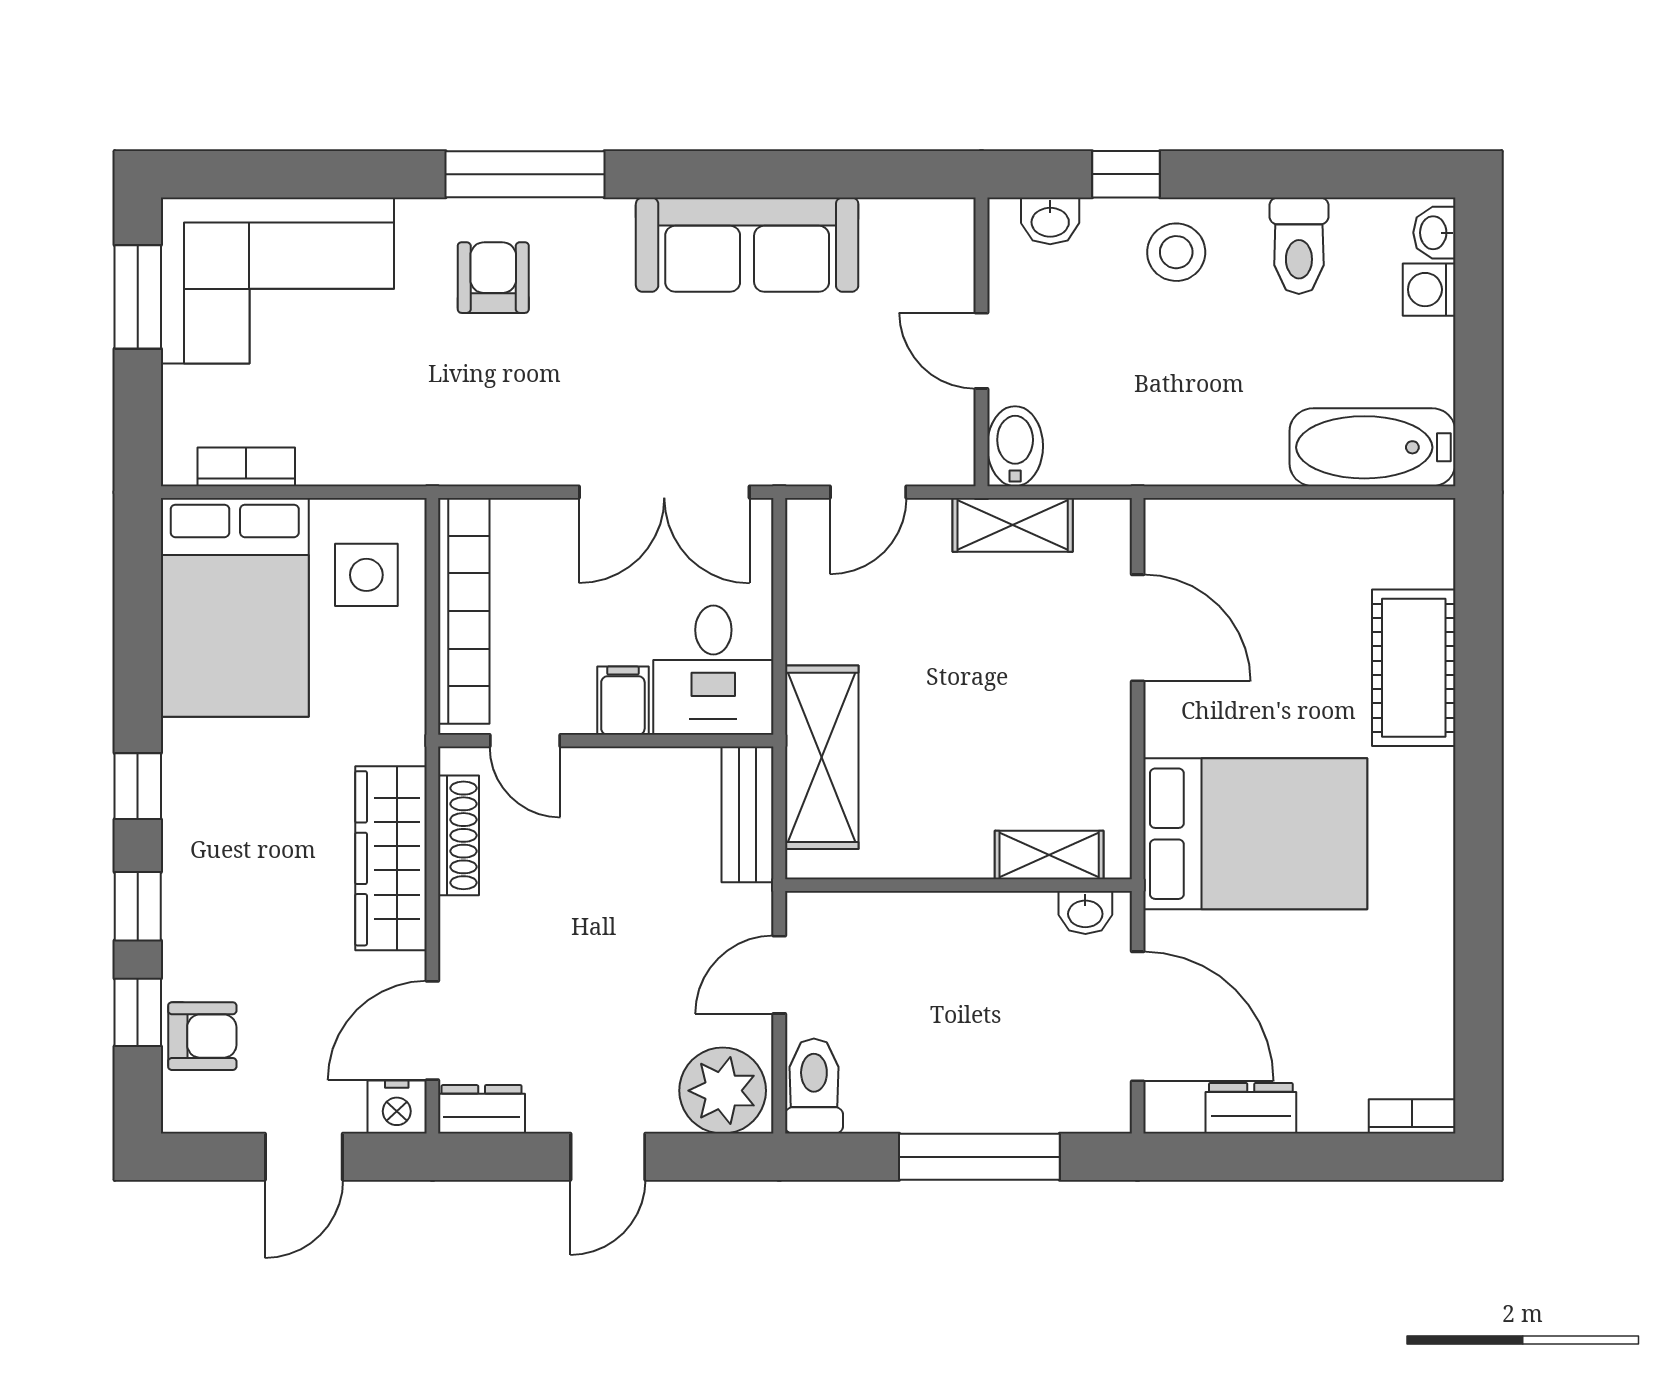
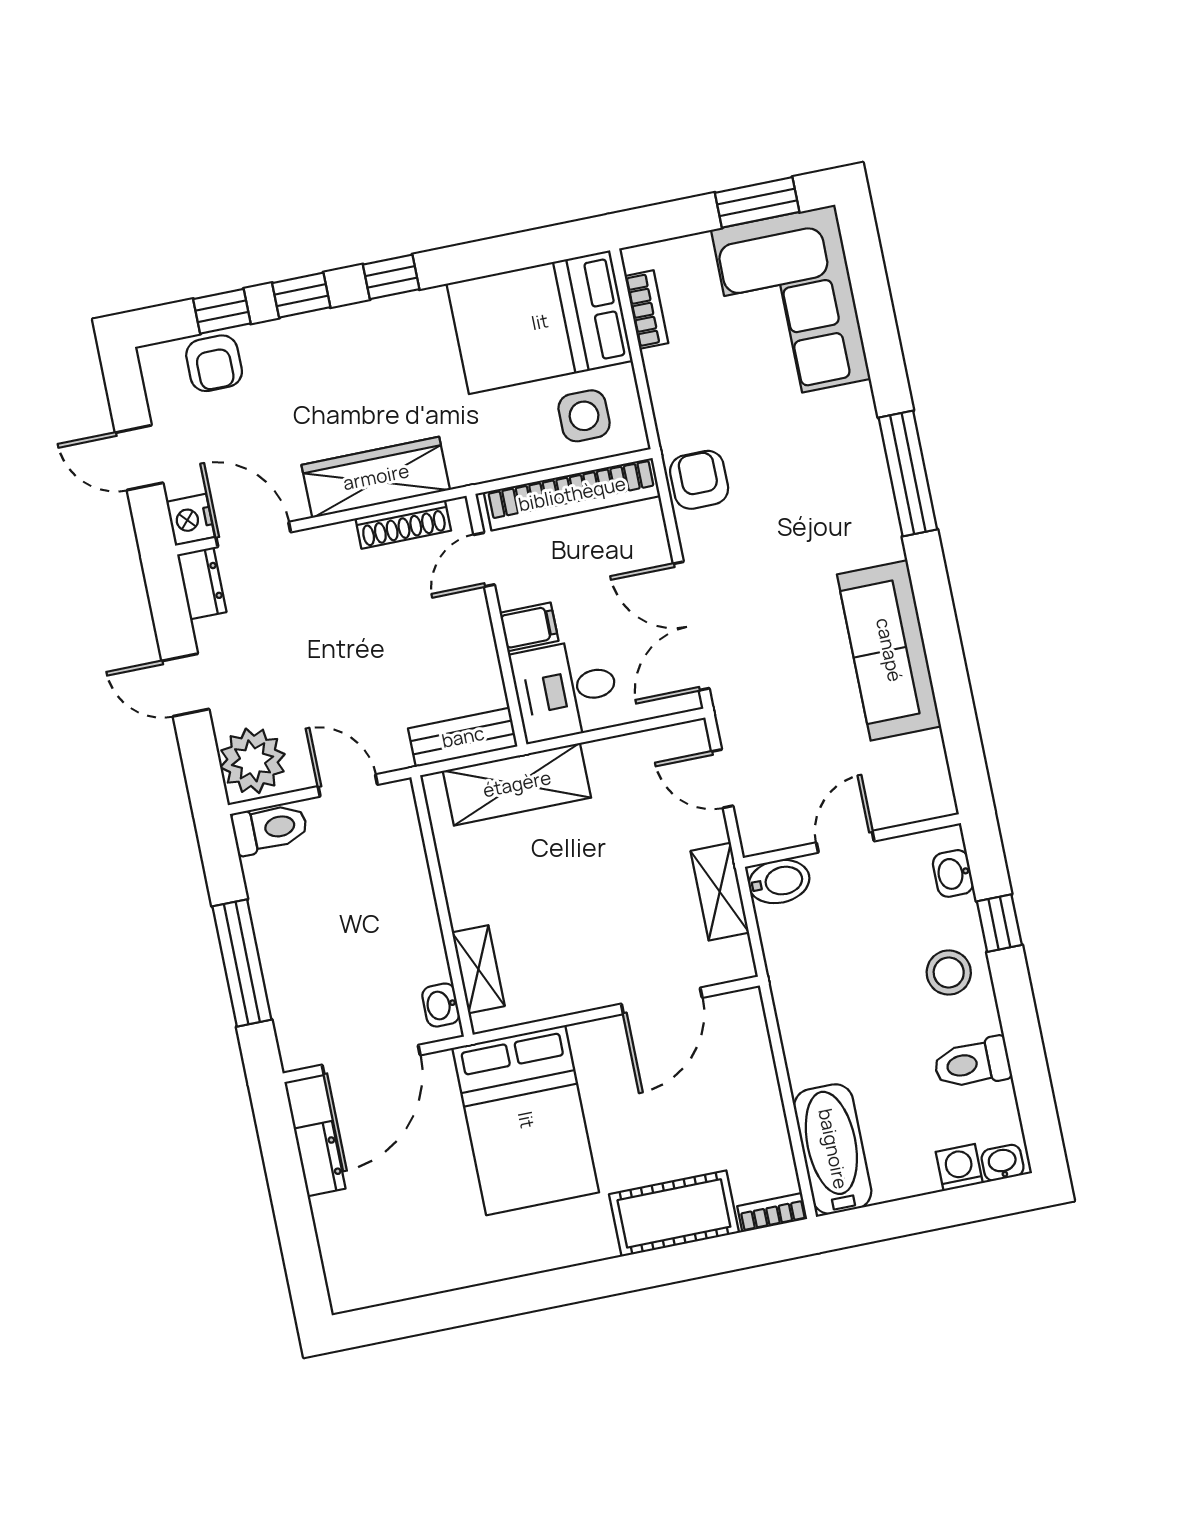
armchair: (493, 278) -> (699, 480), moved, turned -90
bookcase: (1412, 1116) -> (772, 1212), moved, turned -90

